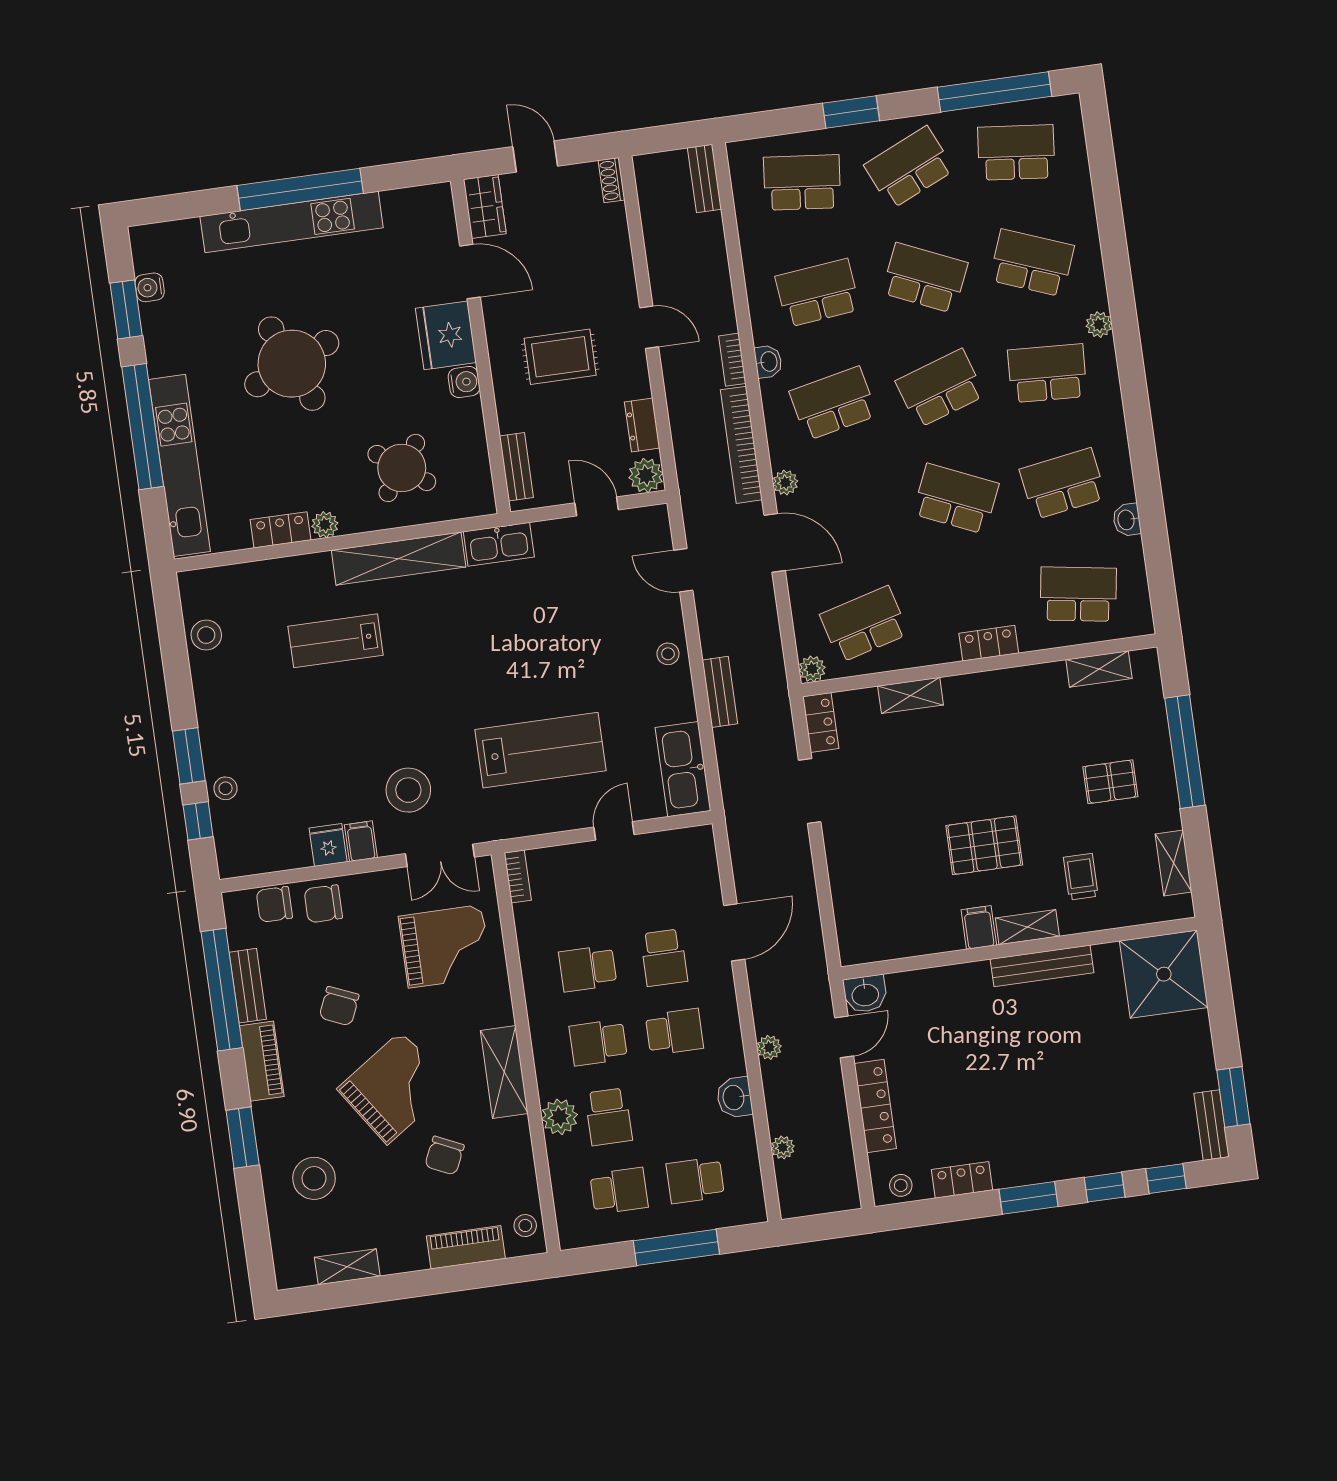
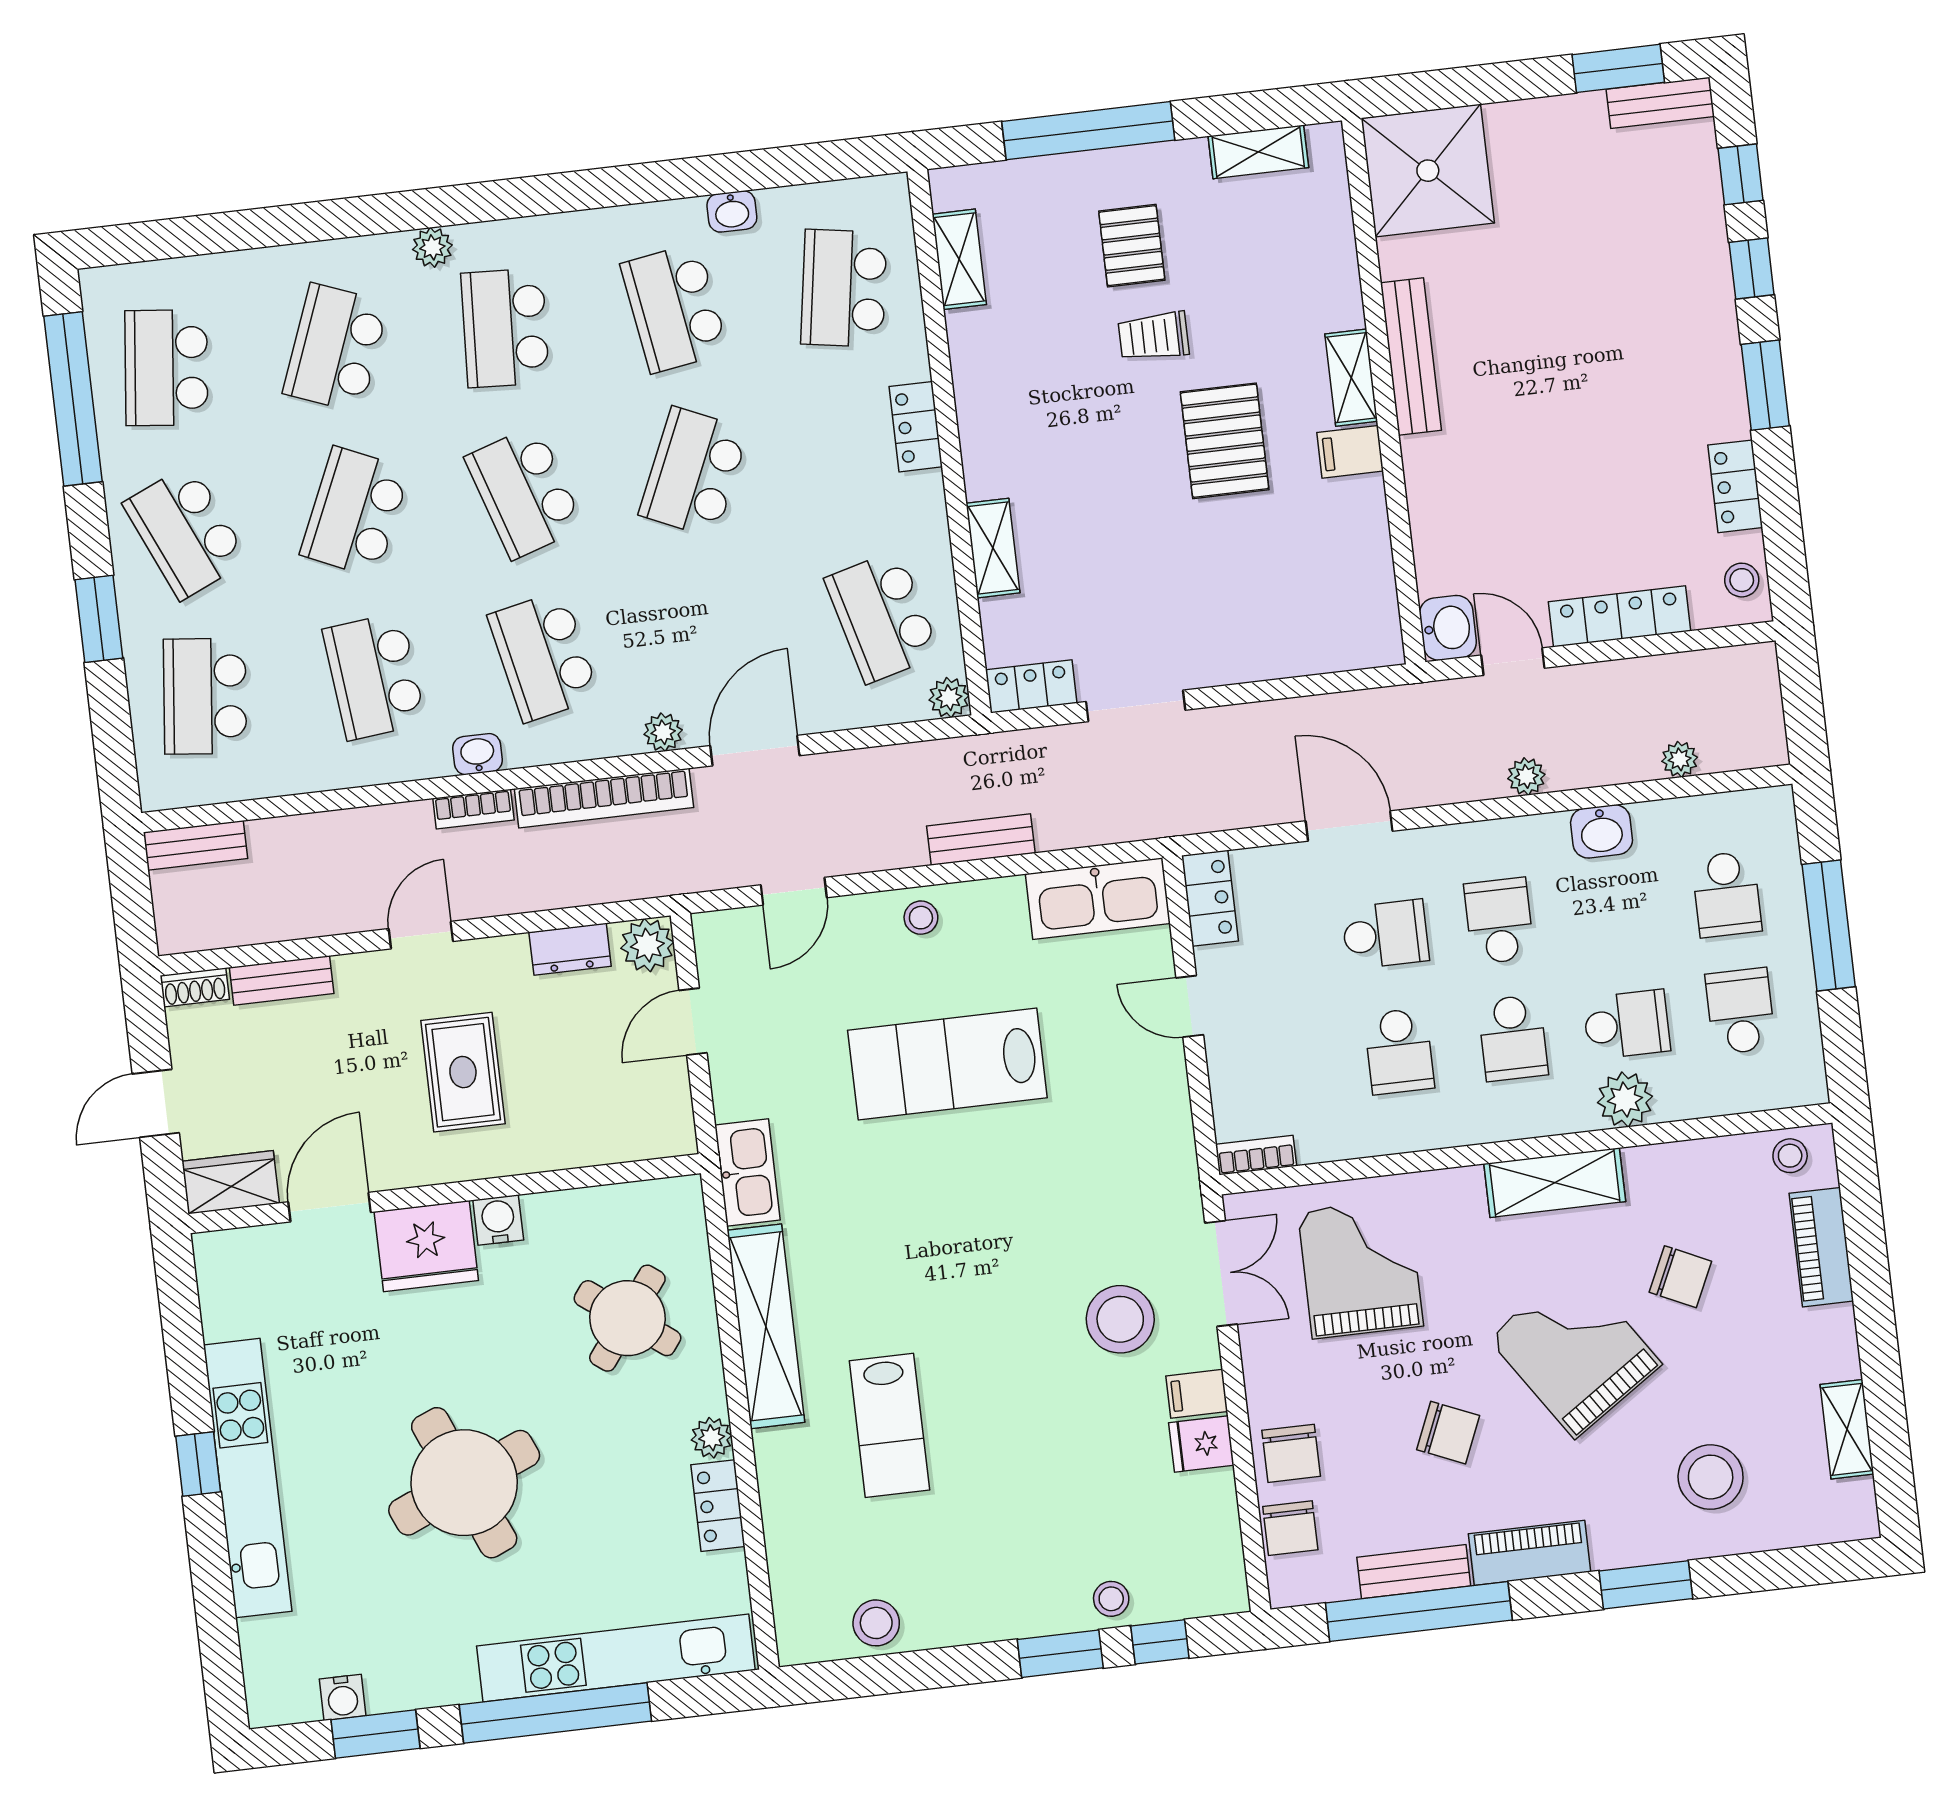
window: (300, 189) -> (198, 1464), width x0.32
bench: (516, 467) -> (282, 980), moved
lab bench: (540, 750) -> (947, 1064), moved, turned -90
locker: (685, 843) -> (1210, 898), added
trolley: (1081, 877) -> (1153, 336), moved

